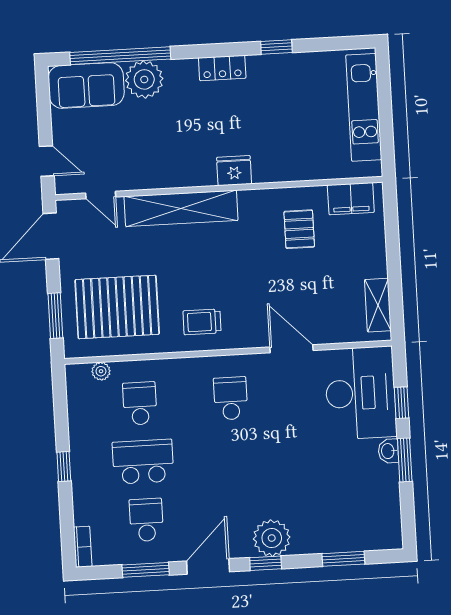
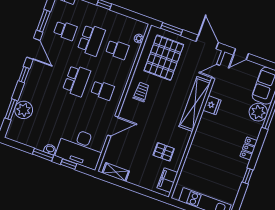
fridge: (234, 171) -> (212, 105), moved
school desk: (234, 457) -> (76, 81), added
plant: (272, 538) -> (24, 110), moved

